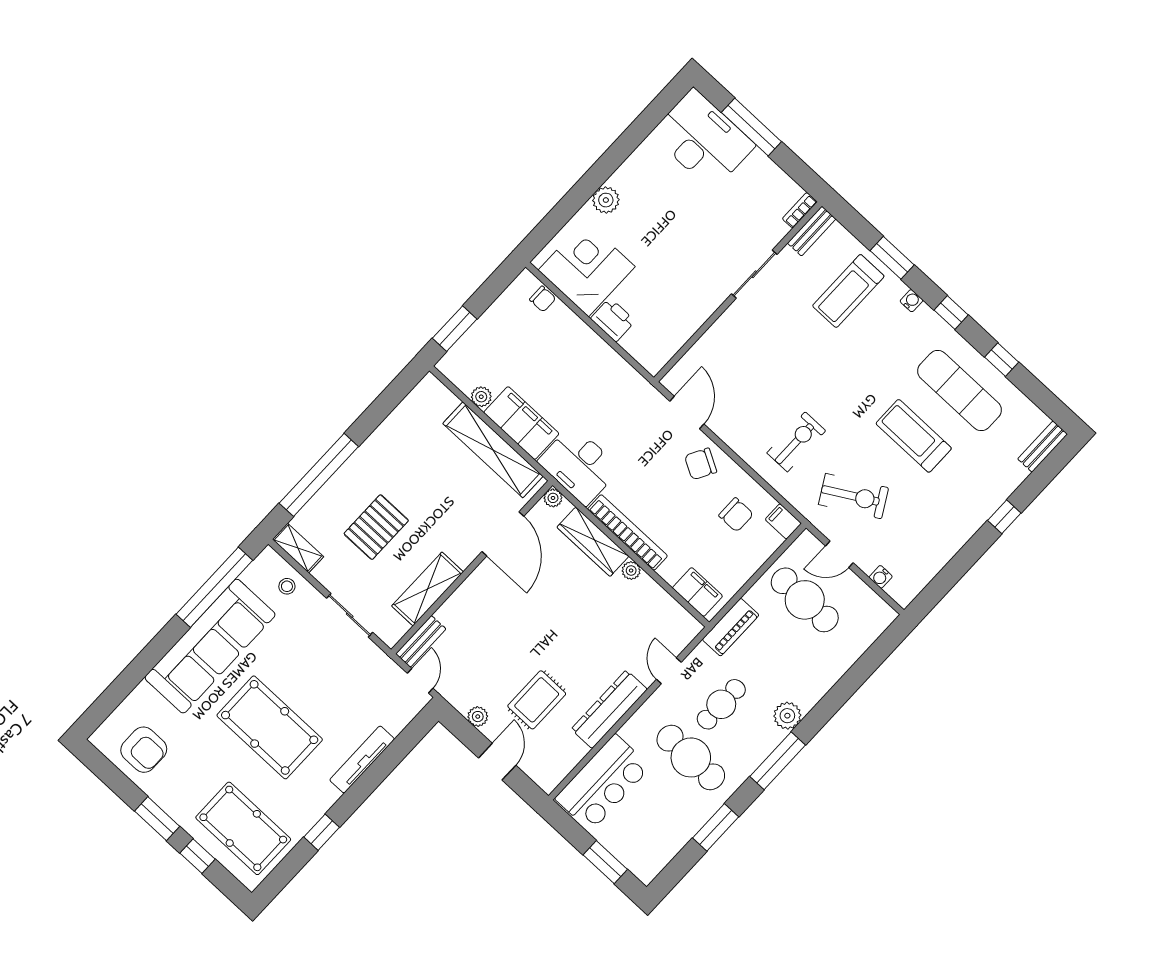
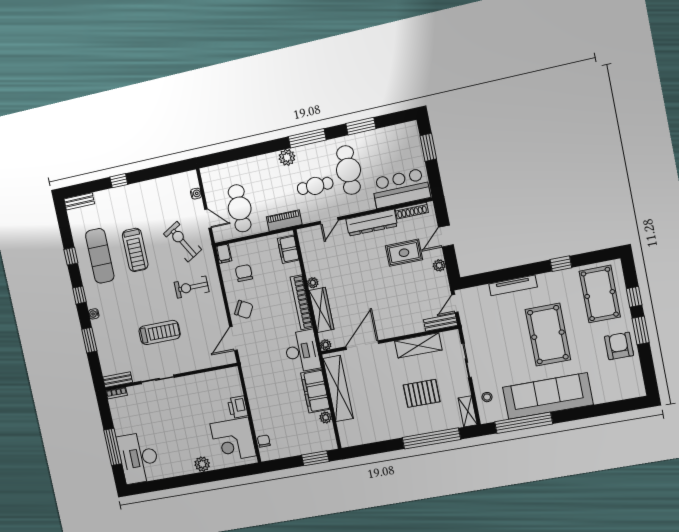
treadmill: (848, 291) -> (160, 333), moved
armchair: (144, 750) -> (619, 346), moved
shoe rack: (567, 763) -> (412, 211), added

